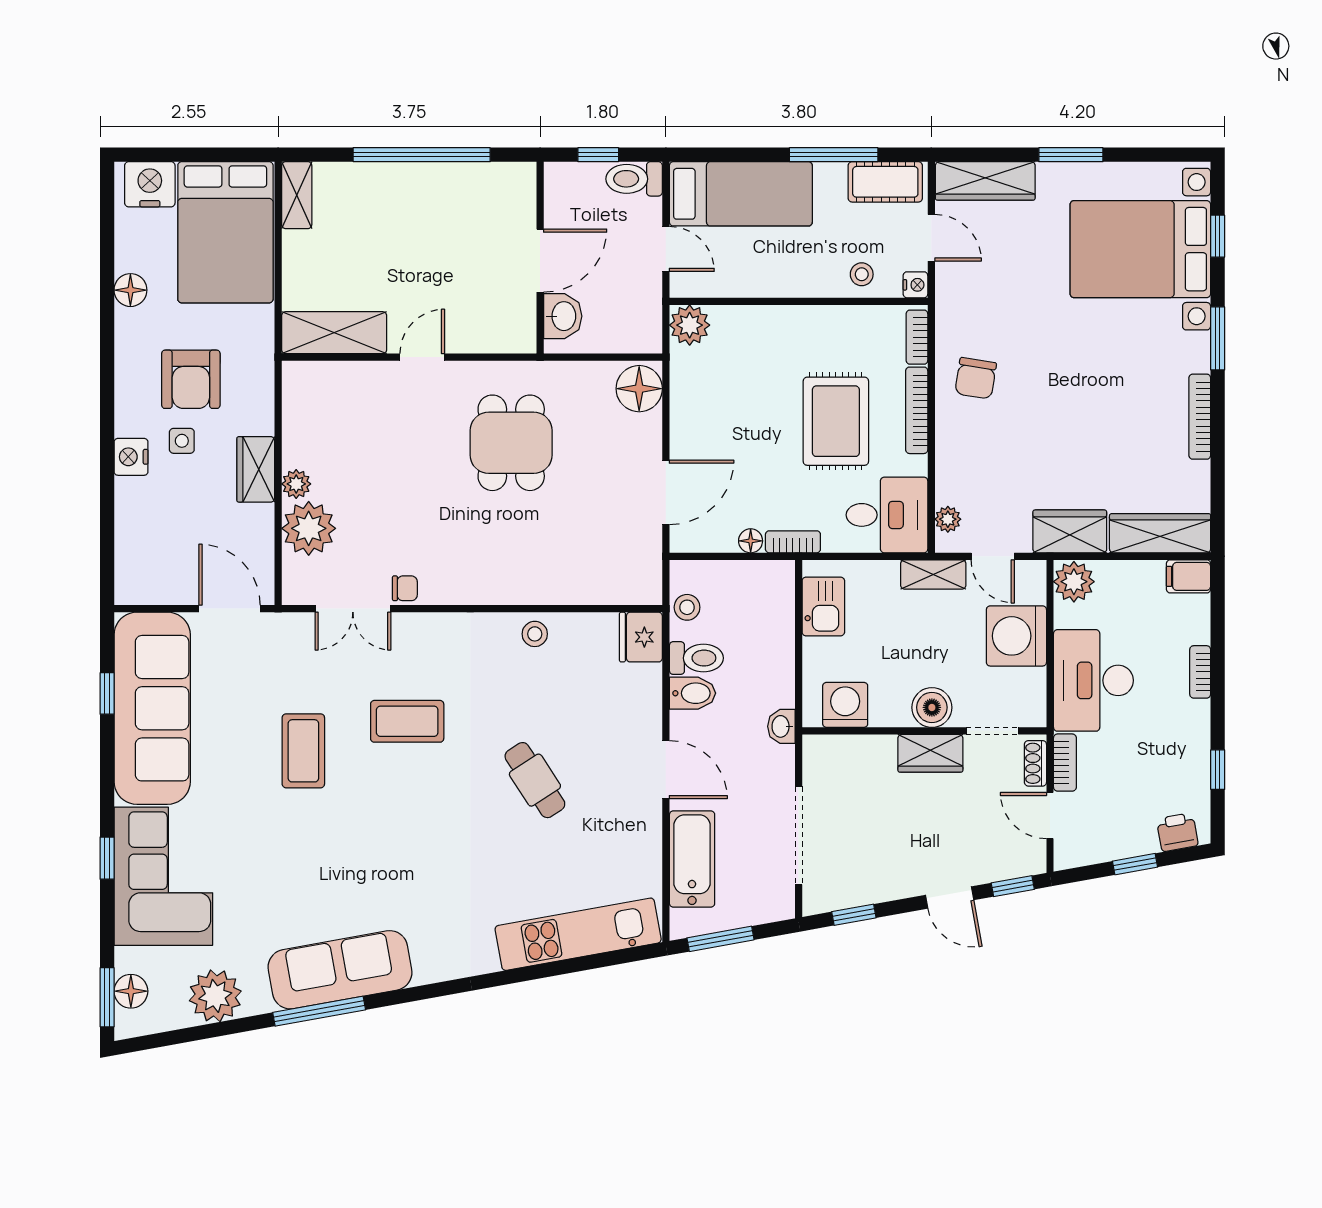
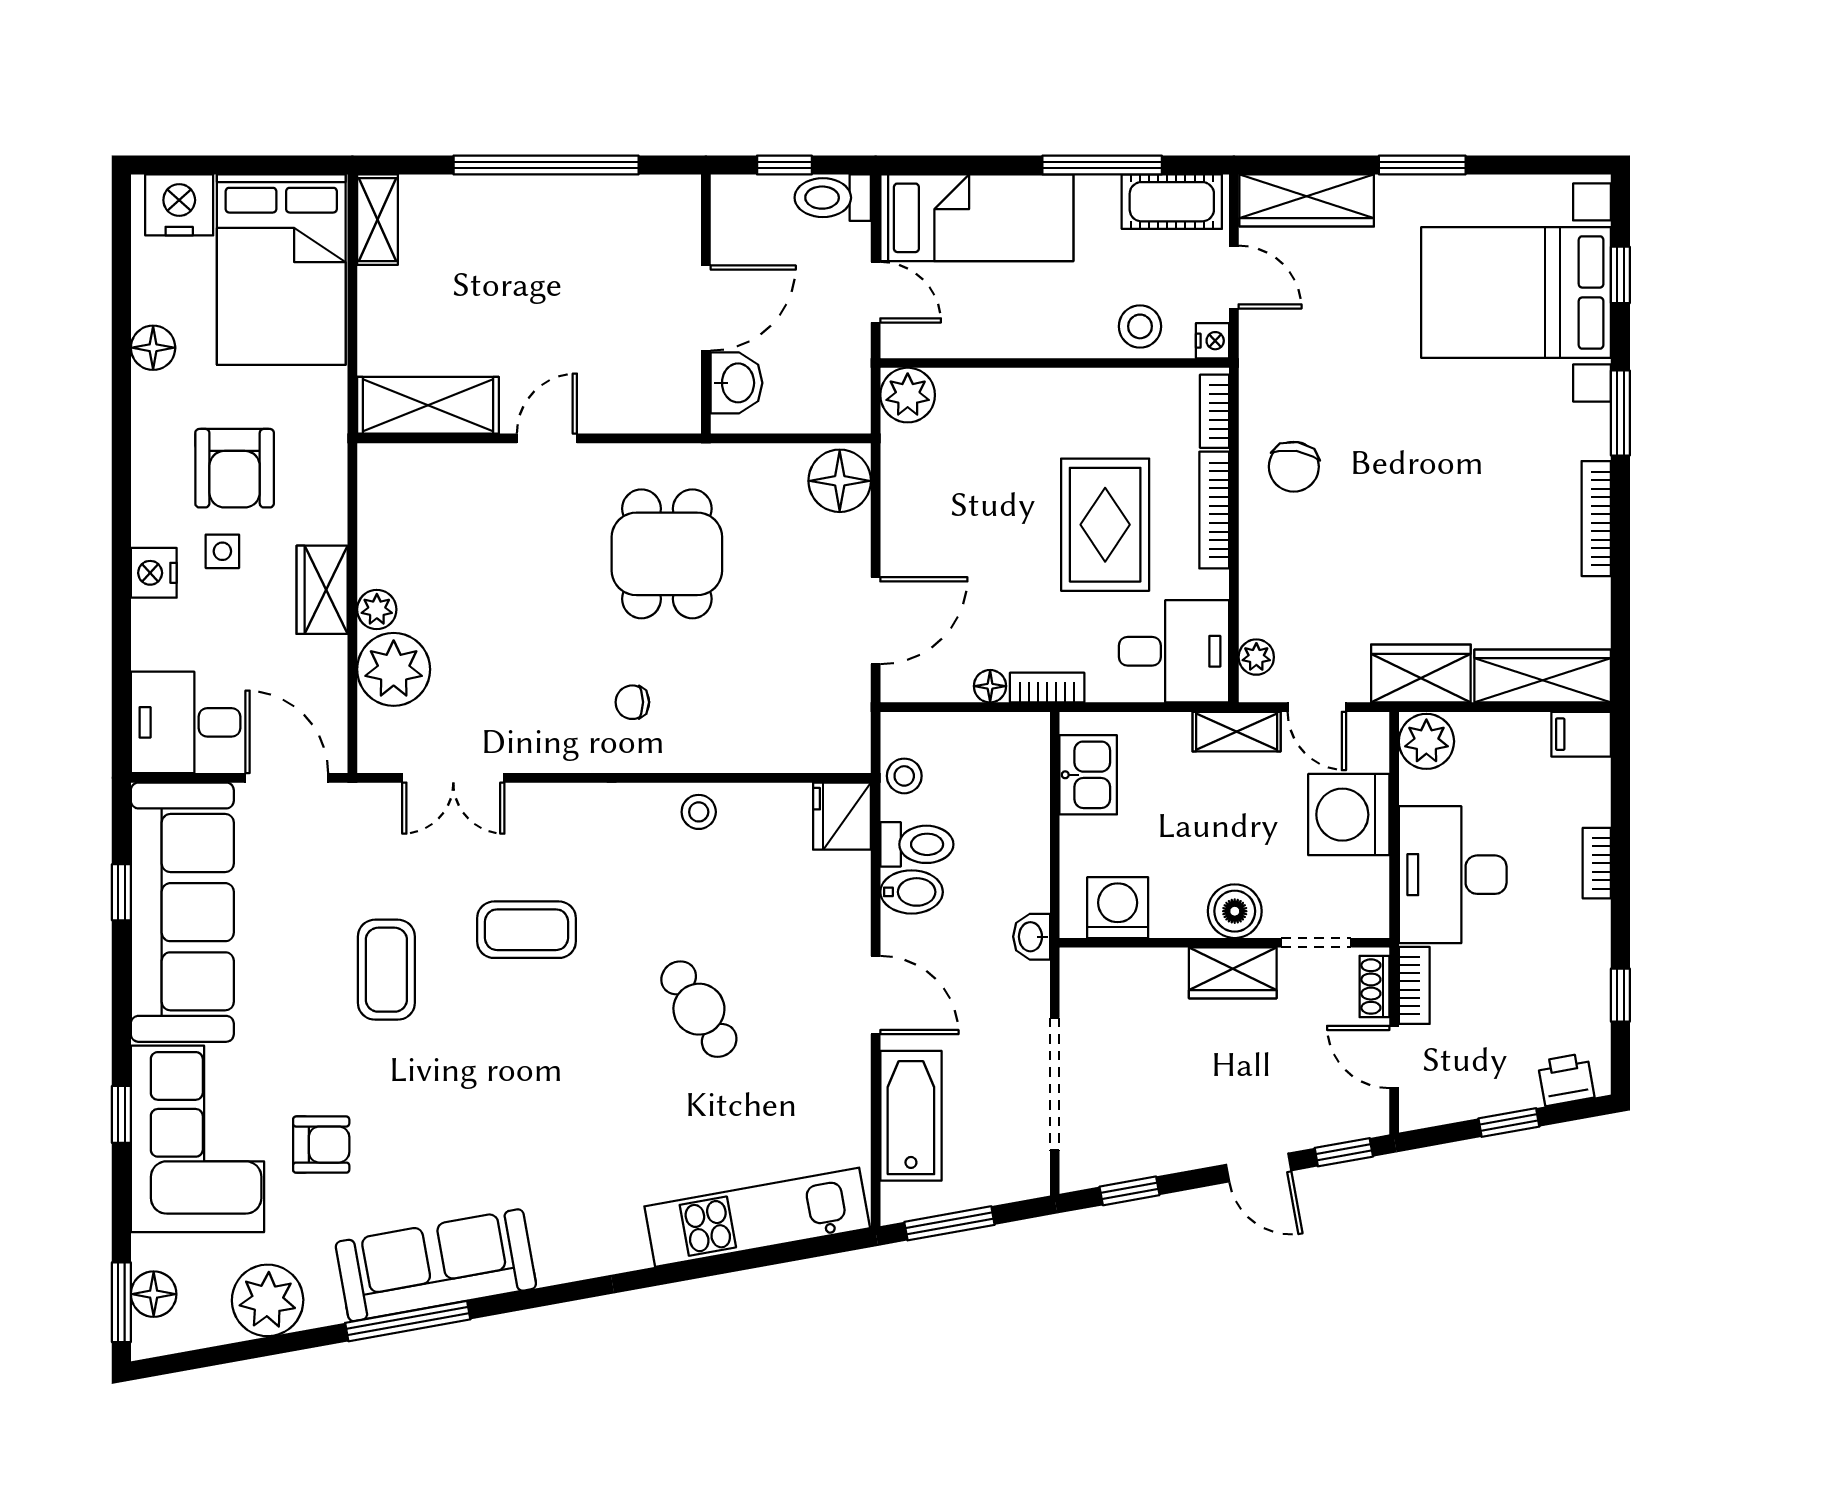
stool: (862, 274) -> (1140, 326), width x1.37, depth x1.37
desk: (155, 568) -> (186, 722), added
chair: (405, 588) -> (632, 702), moved, turned 180
armchair: (255, 880) -> (321, 1145), added

